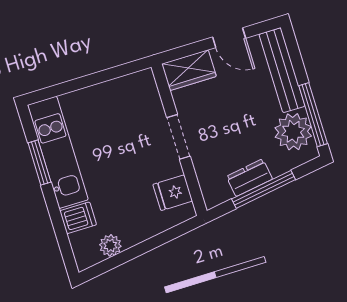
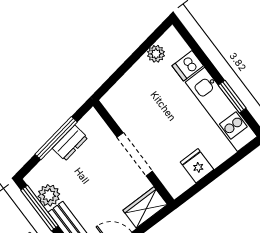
plant: (293, 132) -> (49, 195), width x0.73, depth x0.73
doorway: (178, 137) -> (135, 154), width x1.38
fridge: (173, 193) -> (197, 166), moved, turned -90

